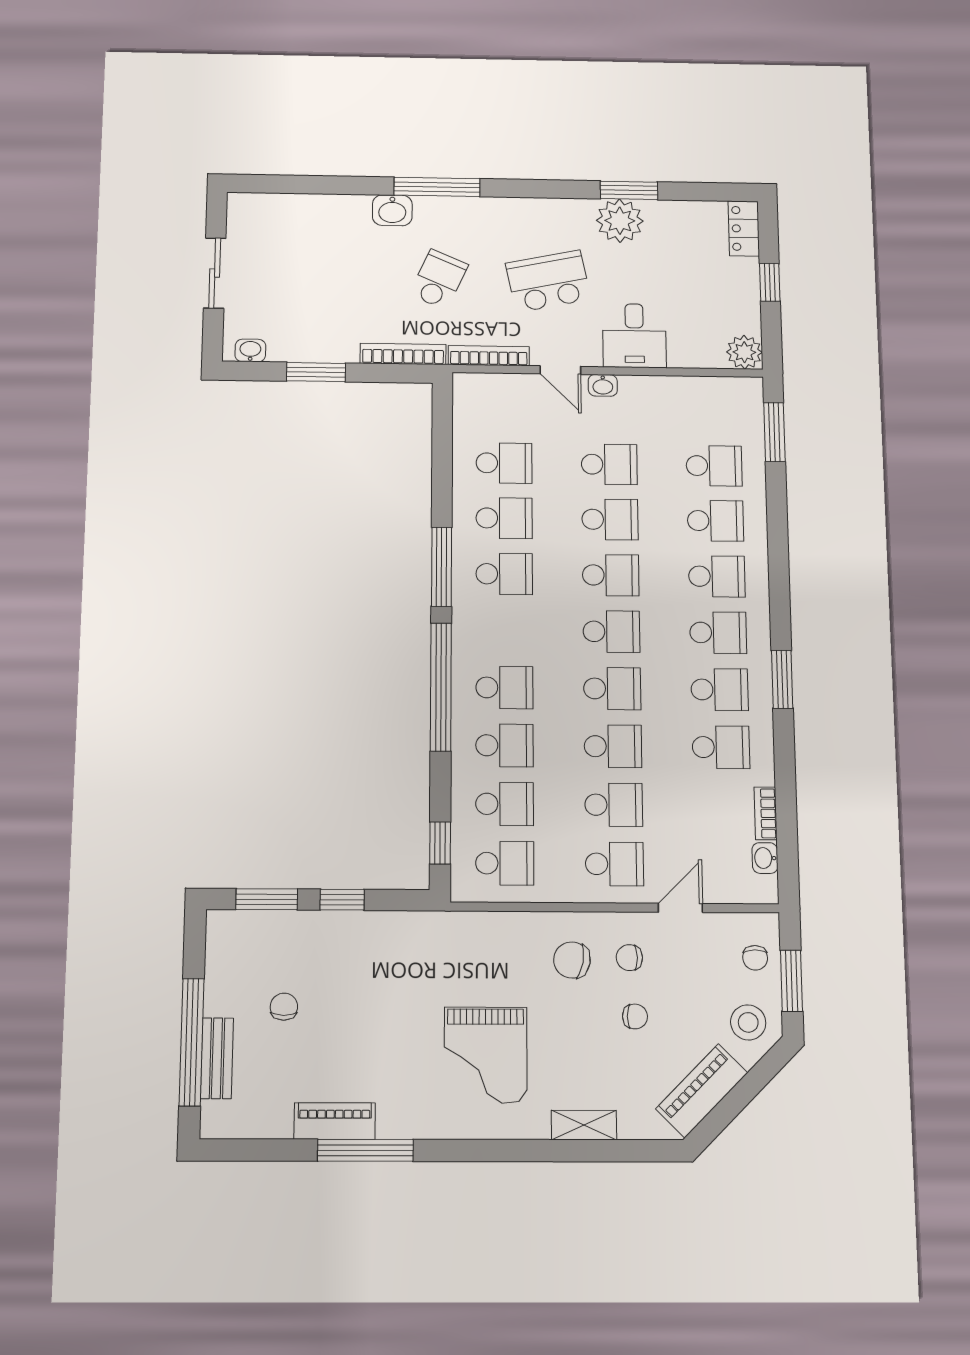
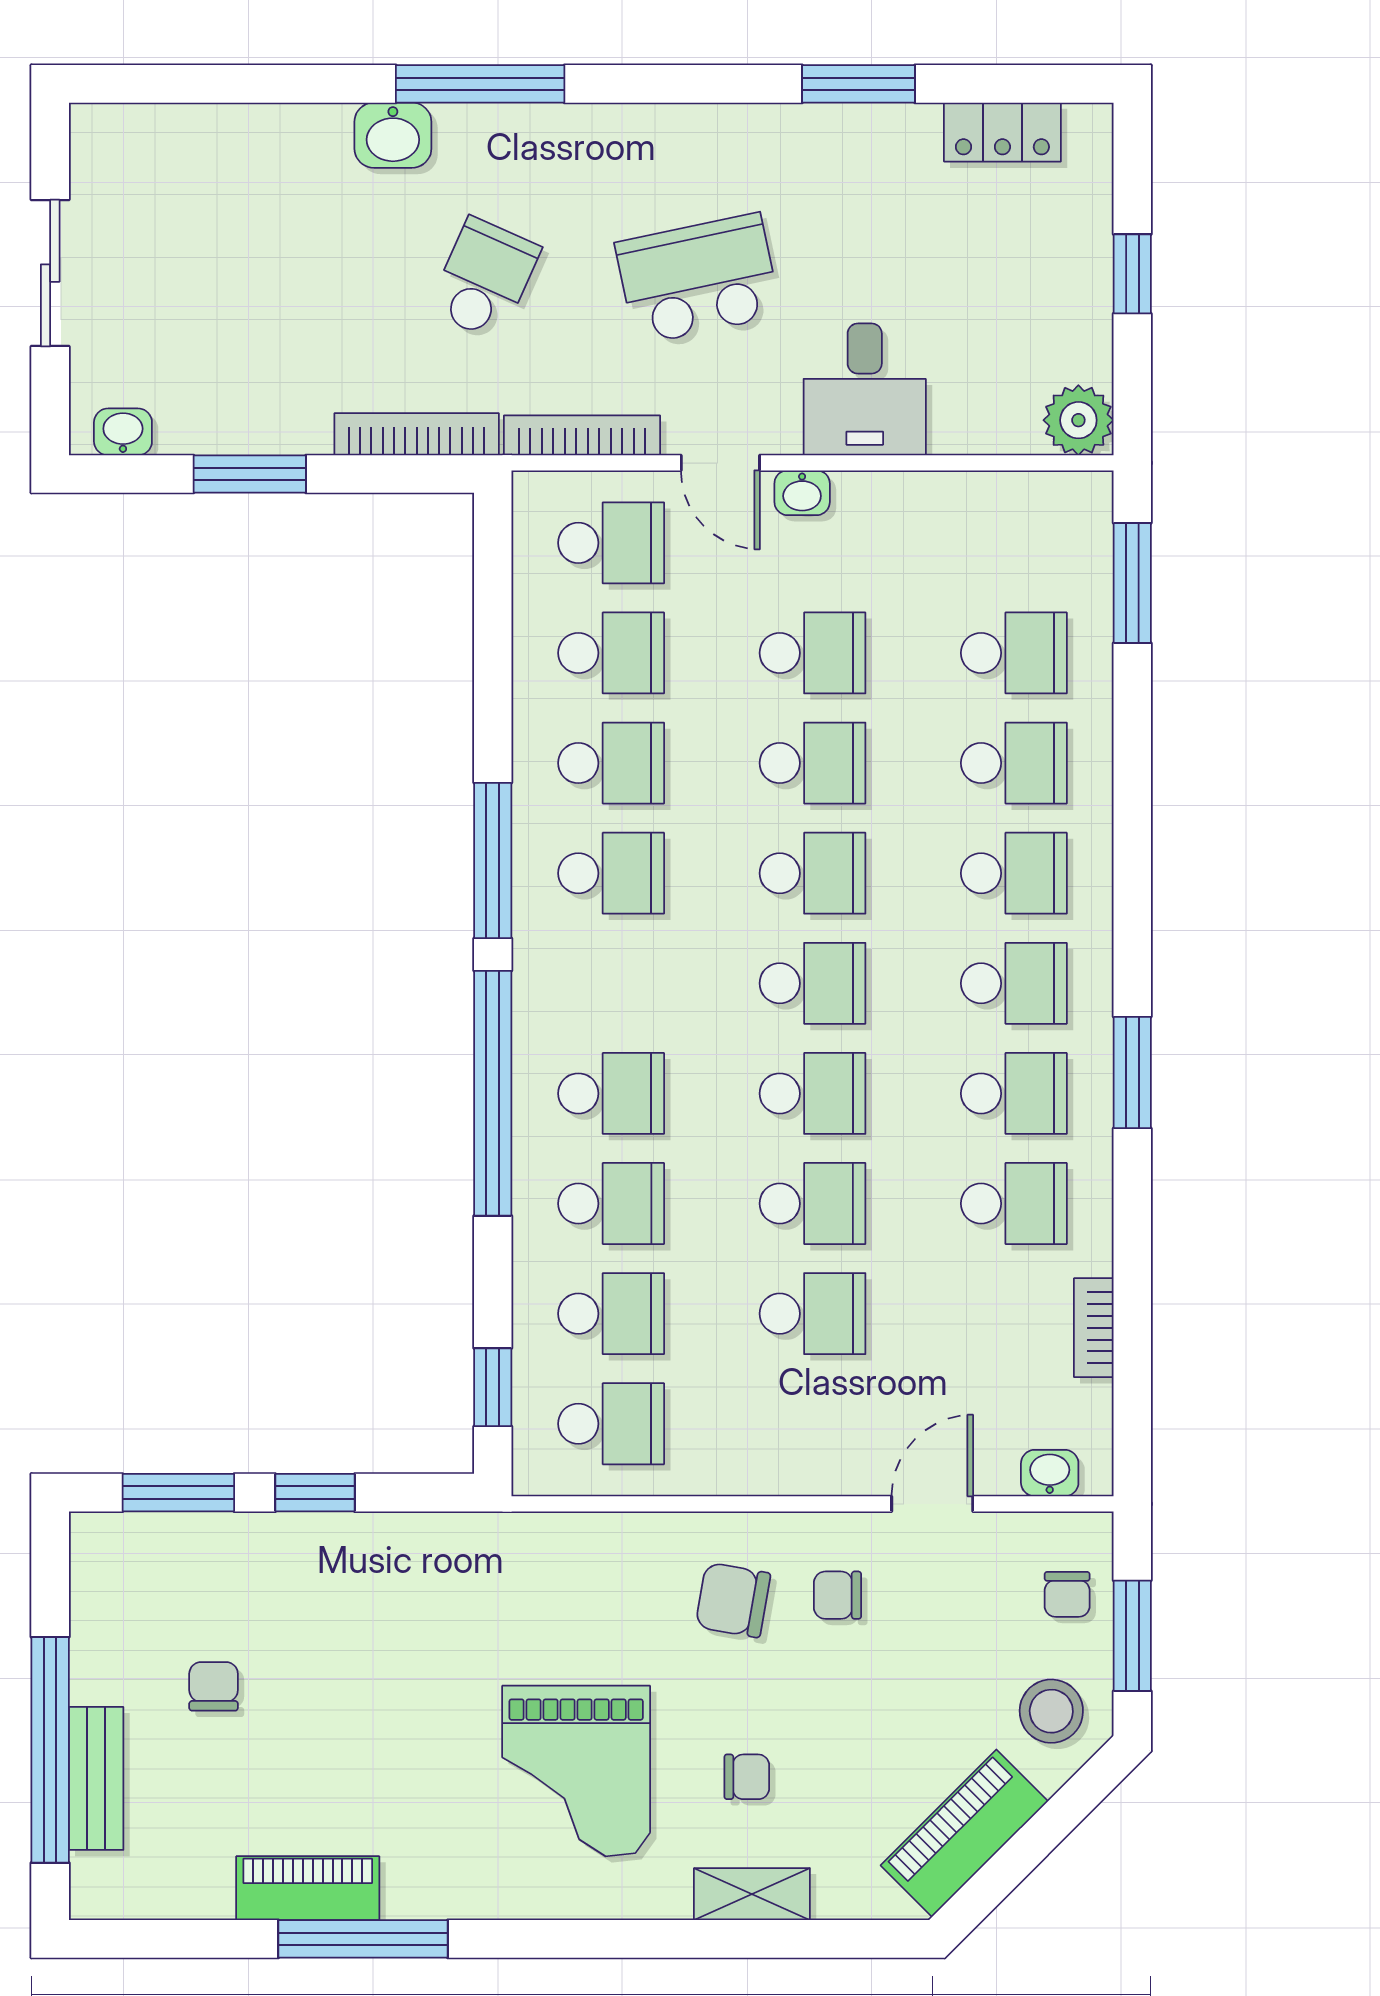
plant: (620, 221) -> (840, 149), removed
locker: (744, 228) -> (1002, 132), moved, turned -90
washbasin: (765, 858) -> (1050, 1473), moved, turned 90
school desk: (614, 864) -> (611, 543), moved
chair: (635, 1016) -> (747, 1777), moved

